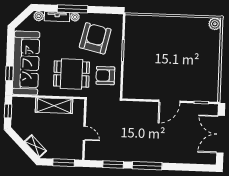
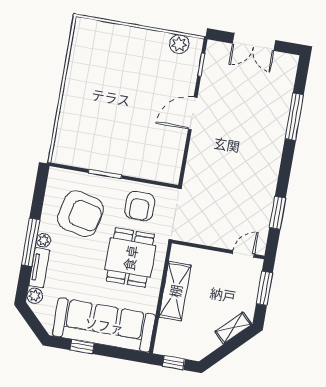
plant: (215, 24) -> (179, 44), moved
armchair: (95, 38) -> (81, 214), turned 180
window: (9, 73) -> (82, 347), moved
door: (169, 101) -> (193, 113), swing flipped
door: (84, 133) -> (243, 254), moved
double door: (221, 134) -> (254, 42), width x0.73
window: (147, 166) -> (294, 117), moved

